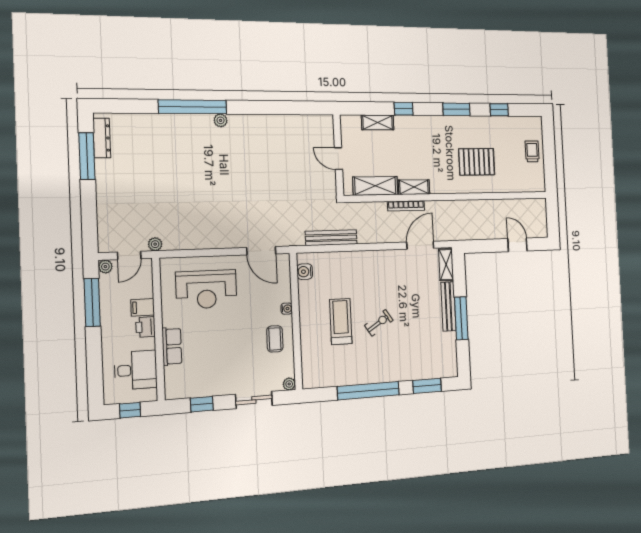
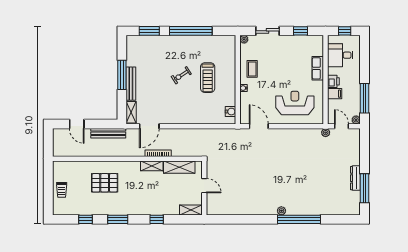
shelving: (378, 122) -> (191, 210), moved
dresser: (102, 138) -> (355, 178), moved
bench: (331, 238) -> (108, 133), moved
door: (129, 255) -> (342, 126), hinge flipped

